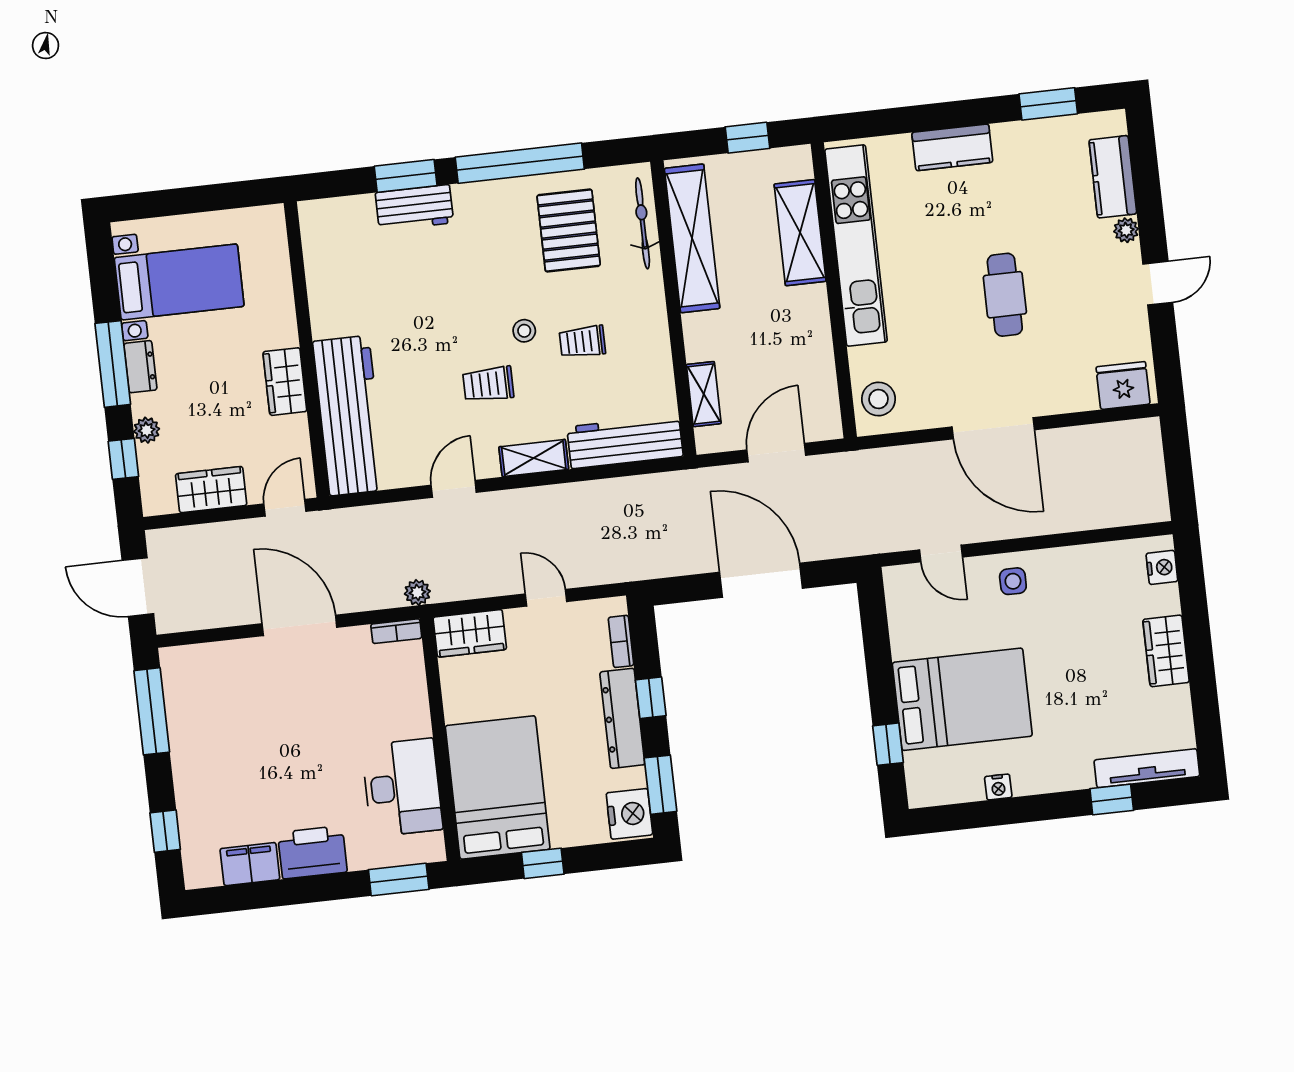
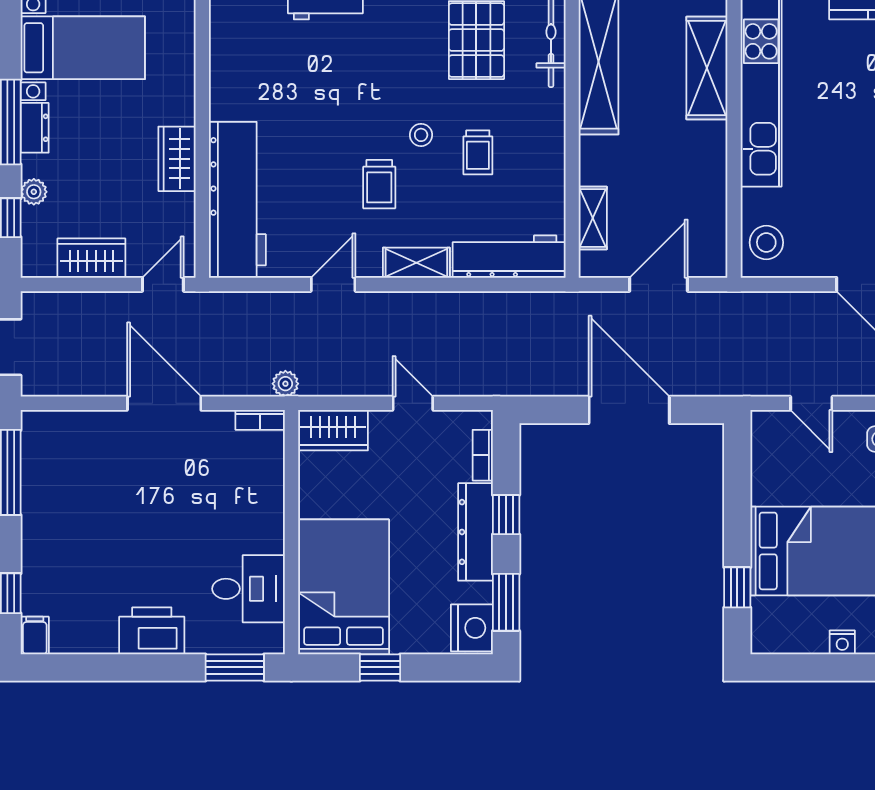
trolley: (582, 342) -> (478, 152), turned -90
trolley: (488, 384) -> (379, 184), turned -90
desk: (402, 787) -> (248, 589), width x0.73
filing cabinet: (250, 864) -> (35, 635), moved, width x0.50

